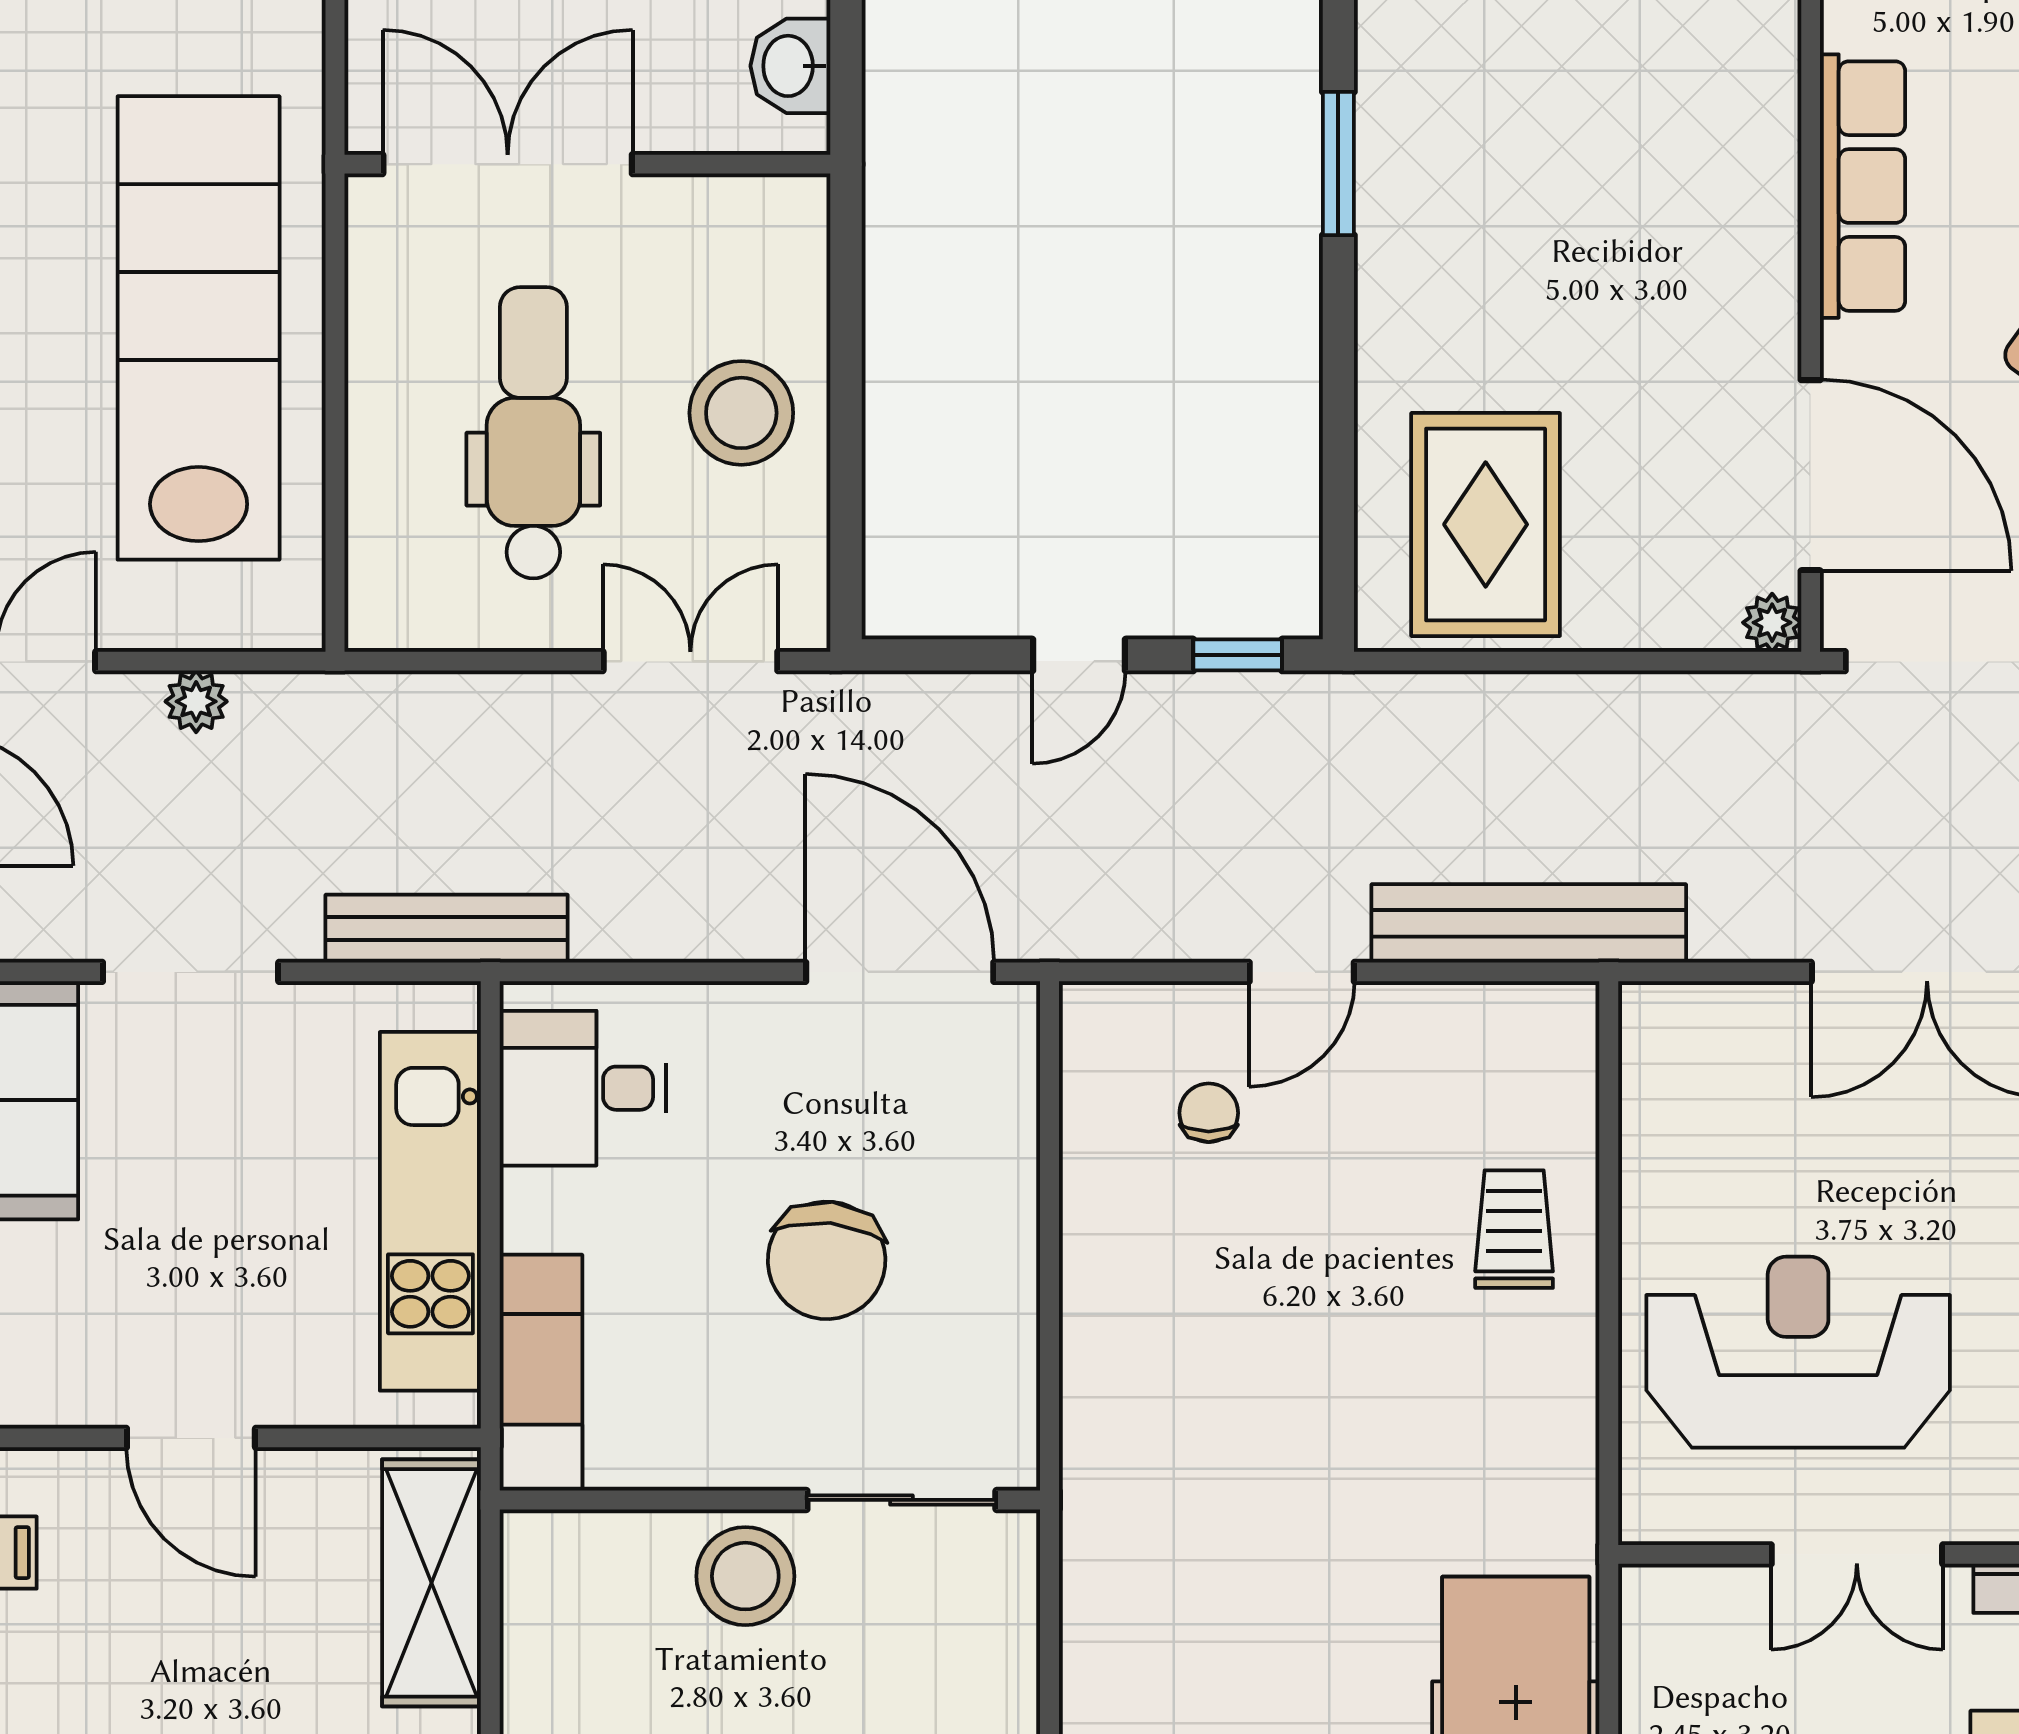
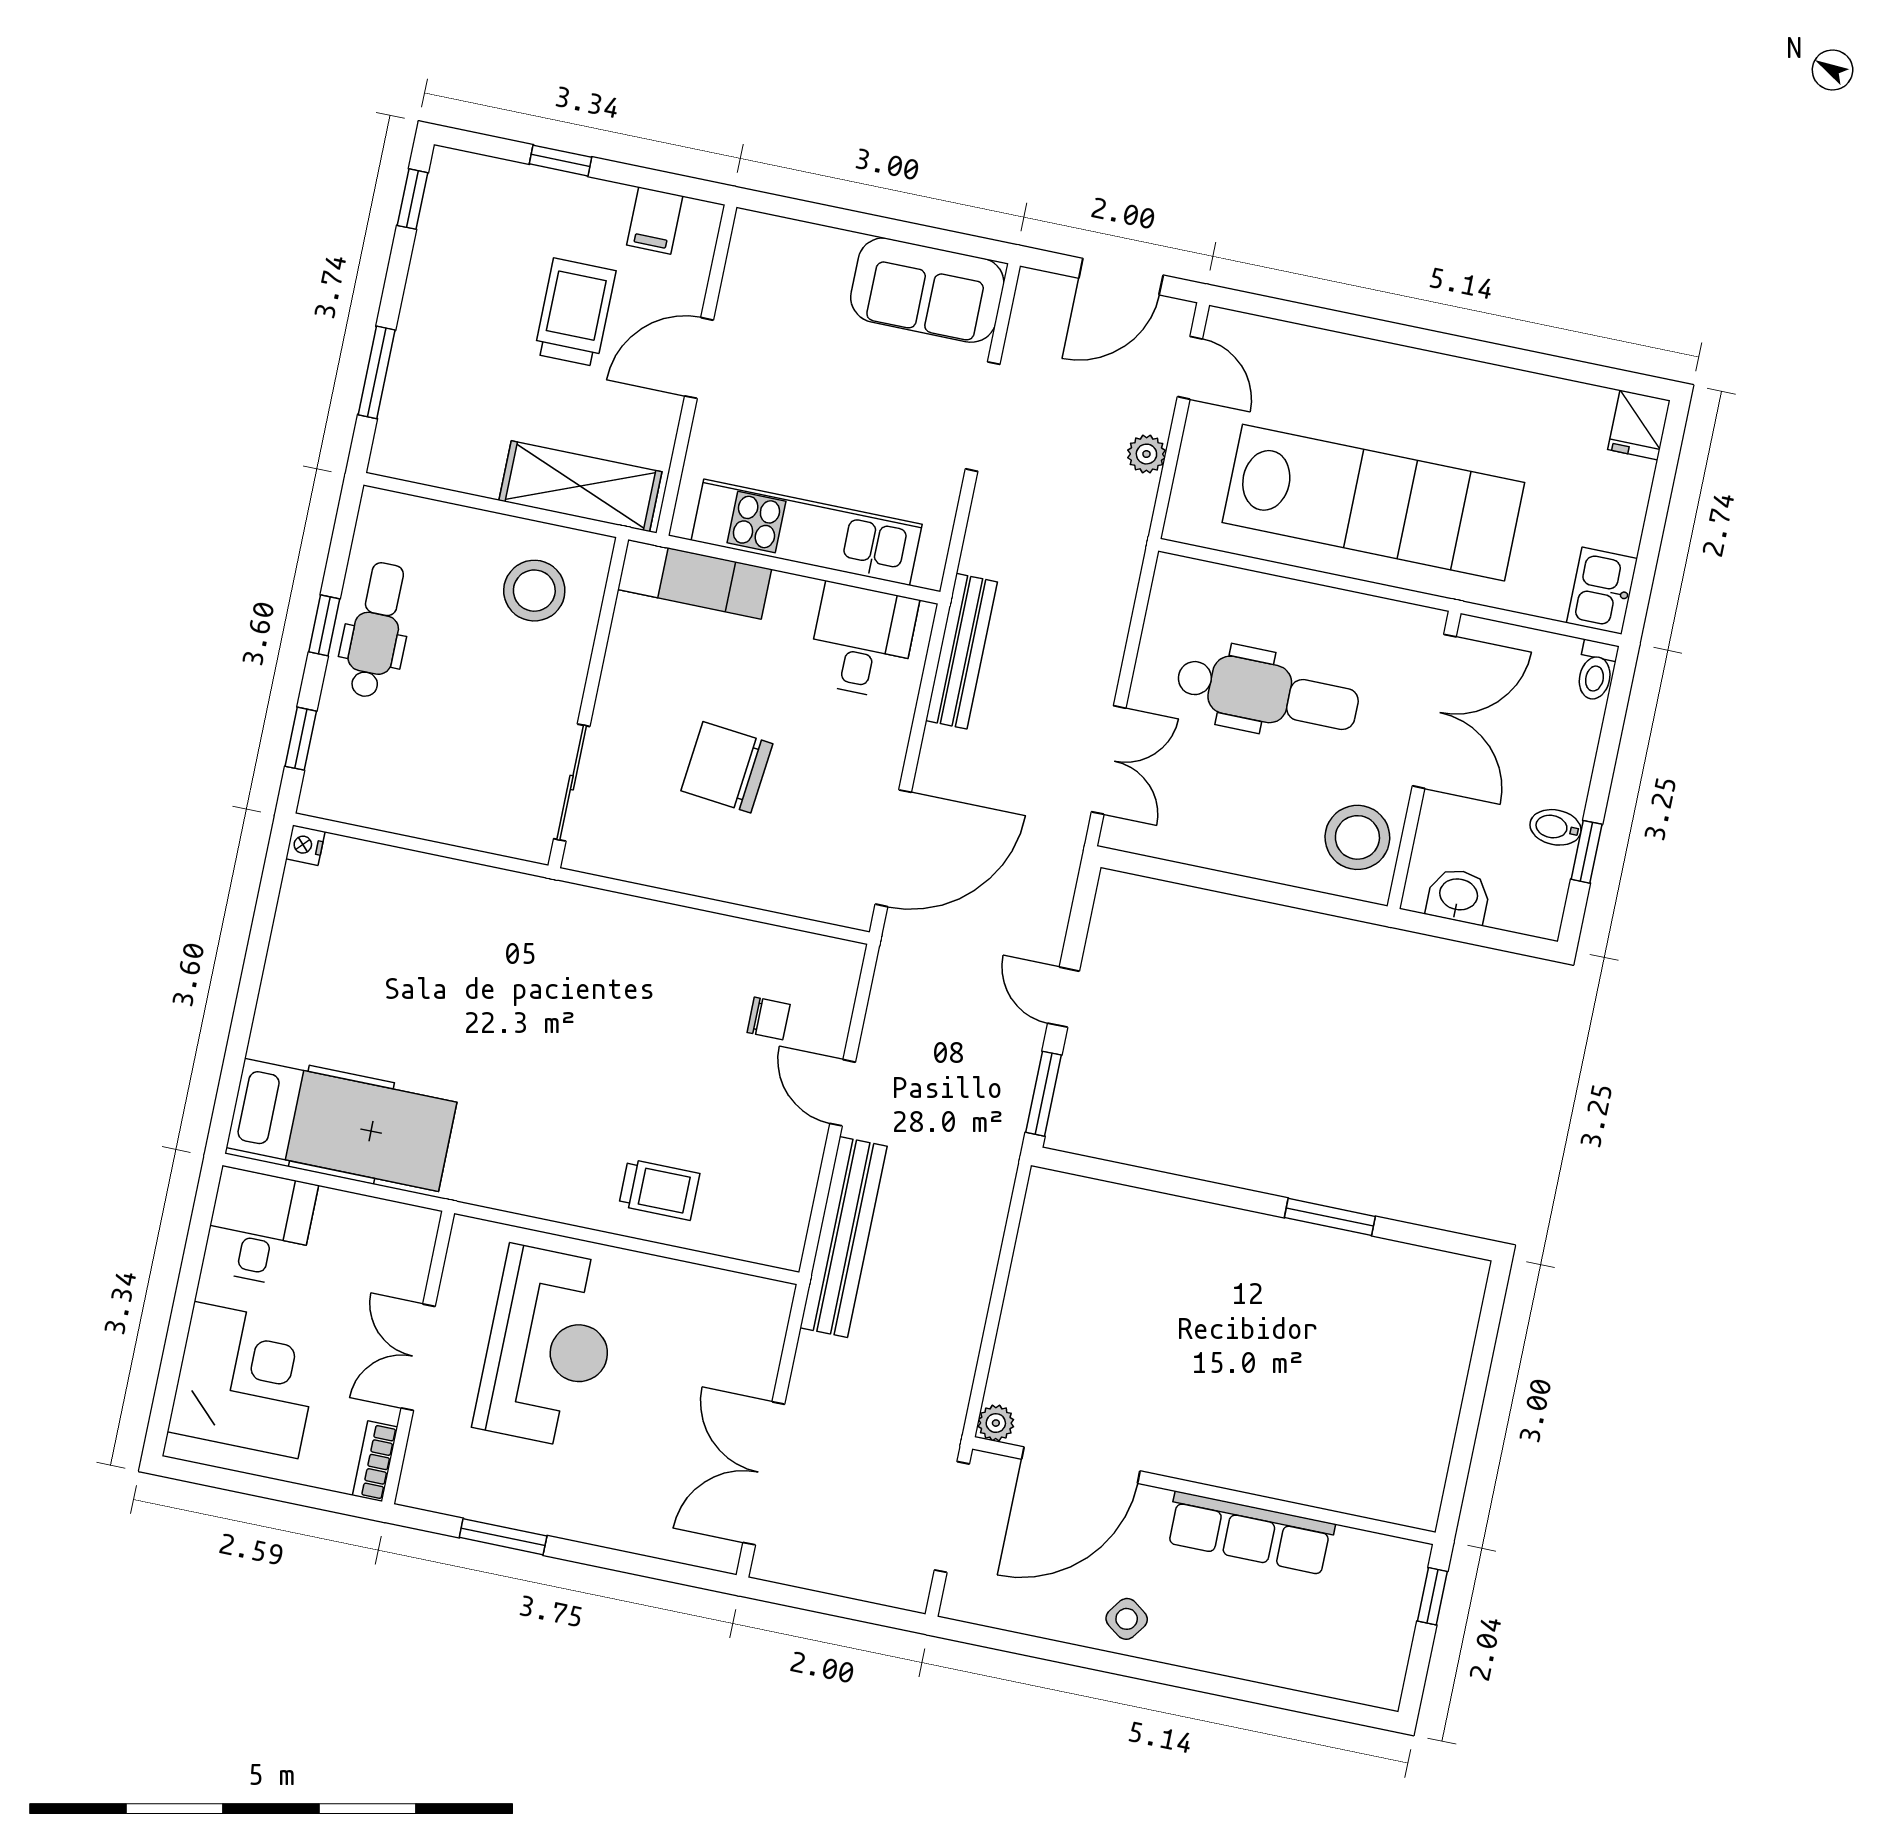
stool: (741, 413) -> (1357, 837), moved
rug: (1486, 524) -> (1092, 1261), removed
window: (1238, 655) -> (1044, 1094), width x1.50
bench: (447, 929) -> (961, 651), moved
stool: (745, 1576) -> (534, 591), moved
trolley: (159, 1648) -> (575, 312), added

